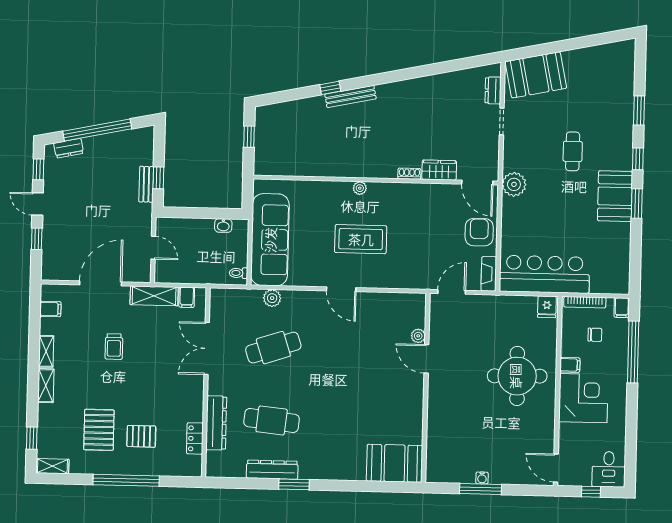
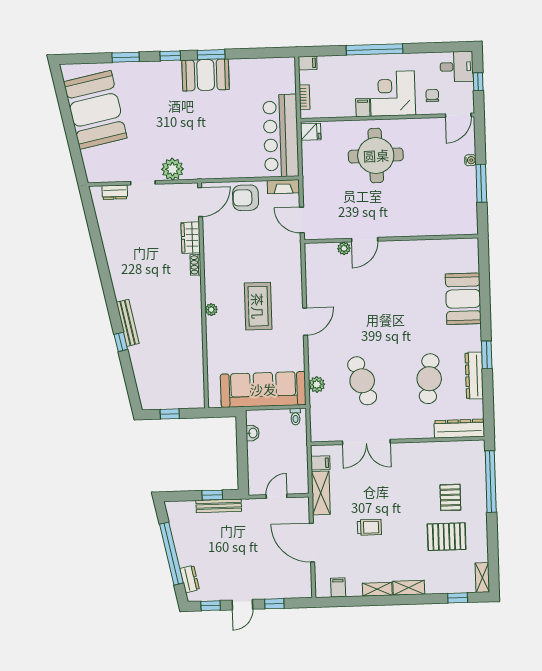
booth: (536, 75) -> (95, 110), moved, width x1.36, depth x1.42
cafe table: (573, 151) -> (167, 116), removed
bench: (146, 184) -> (219, 506), width x1.36
plant: (514, 184) -> (172, 169), moved
bookcase: (585, 302) -> (305, 97), width x0.64
chair: (595, 335) -> (432, 96), moved
window: (633, 352) -> (374, 49), moved
dresser: (216, 423) -> (459, 429), moved
locker: (195, 438) -> (450, 448), removed
booth: (395, 463) -> (463, 299), moved
water cooler: (482, 478) -> (470, 160), moved
window: (126, 480) -> (491, 482), moved

